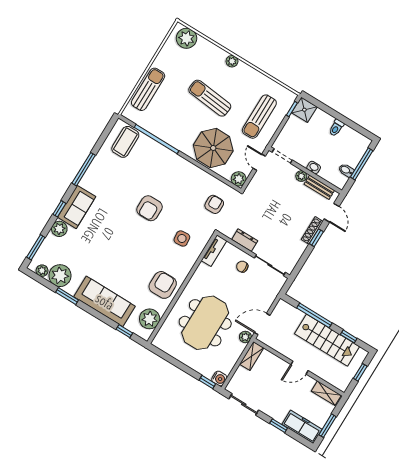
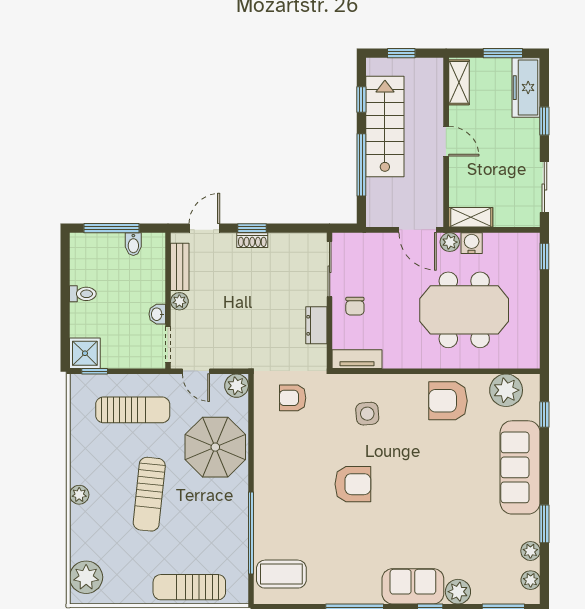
door: (259, 162) -> (196, 371), hinge flipped
washbasin: (314, 168) -> (157, 314), moved
shoe rack: (312, 230) -> (252, 240), width x0.70
plant: (60, 276) -> (530, 551), width x0.53, depth x0.53
water cooler: (219, 378) -> (472, 243), moved

